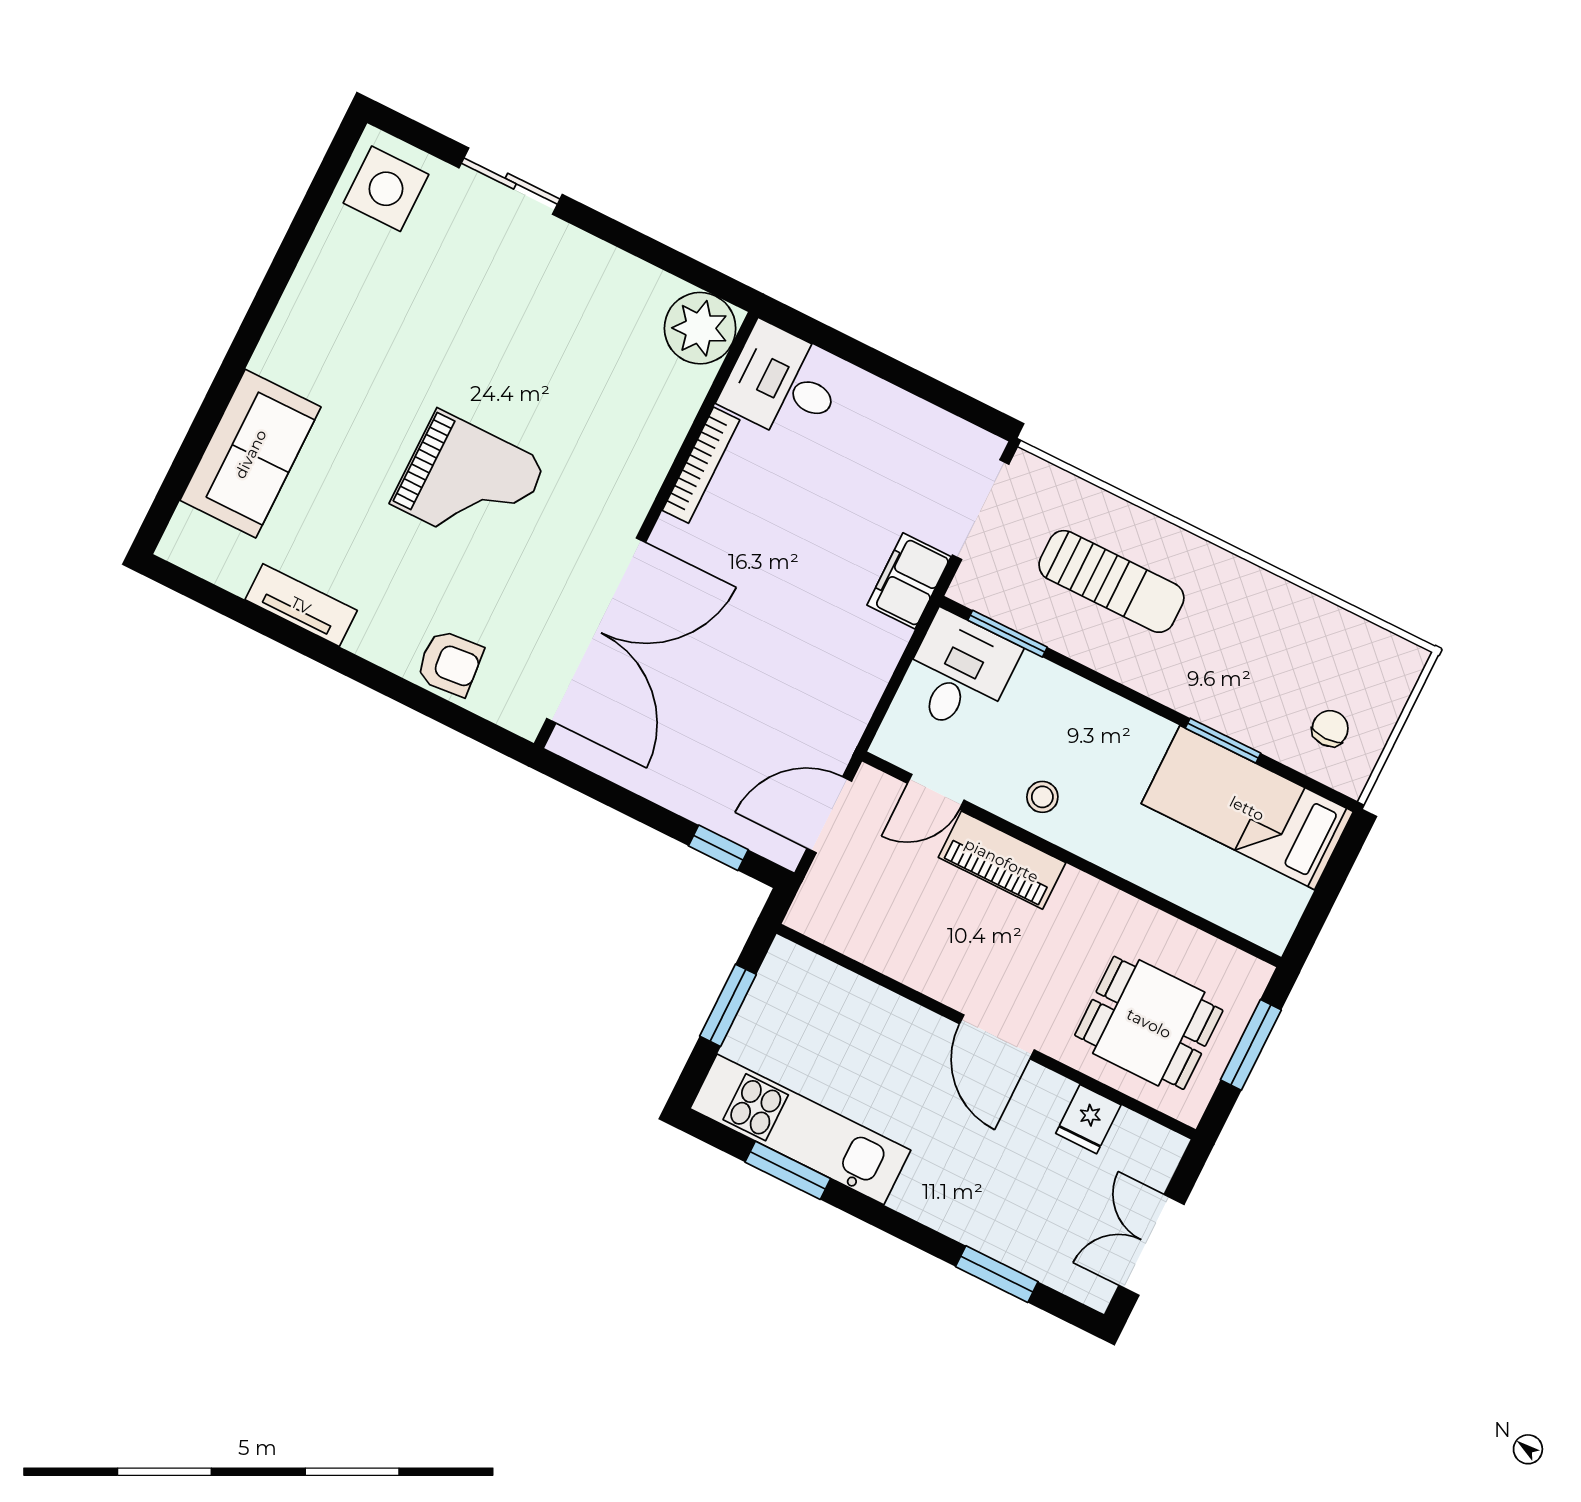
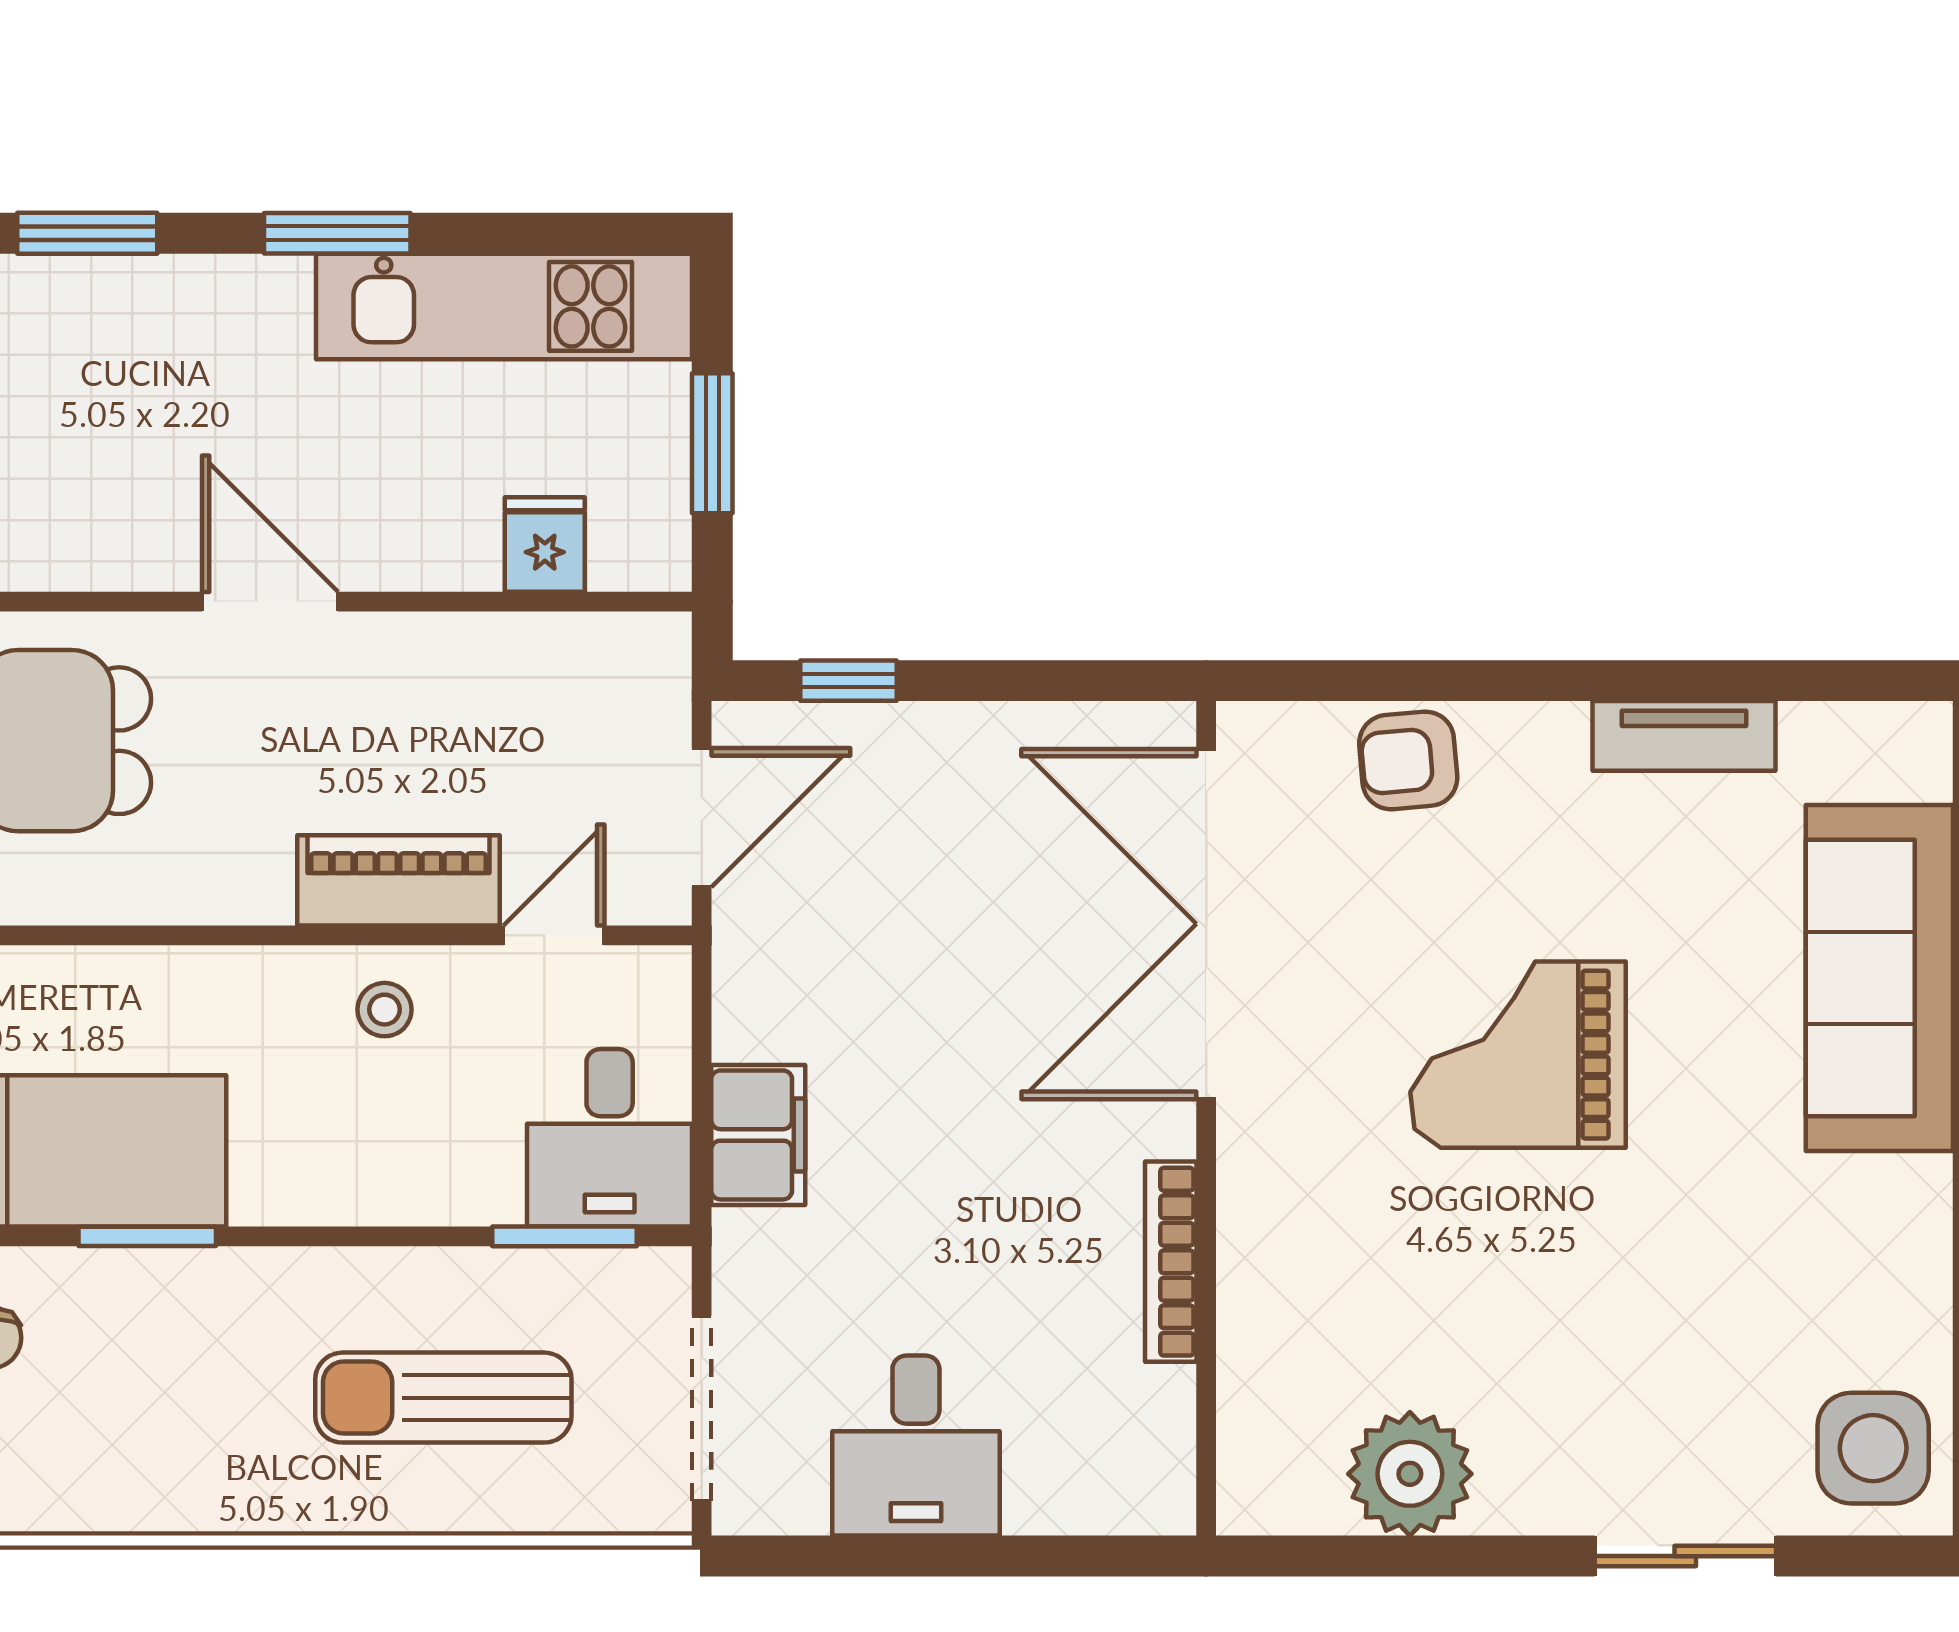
plant: (700, 328) -> (1410, 1474), moved
desk: (783, 383) -> (916, 1446), moved, turned 90
sofa: (250, 454) -> (1879, 978), width x1.36
filing cabinet: (909, 581) -> (758, 1135), moved
fridge: (1088, 1119) -> (545, 545), moved
window: (788, 1170) -> (337, 233), moved

